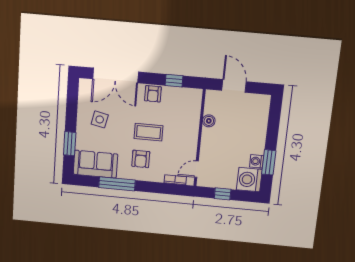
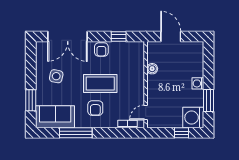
coffee table: (149, 132) -> (100, 83), width x1.36, depth x1.32
washing machine: (257, 161) -> (198, 83), moved
window: (223, 194) -> (182, 133), moved

